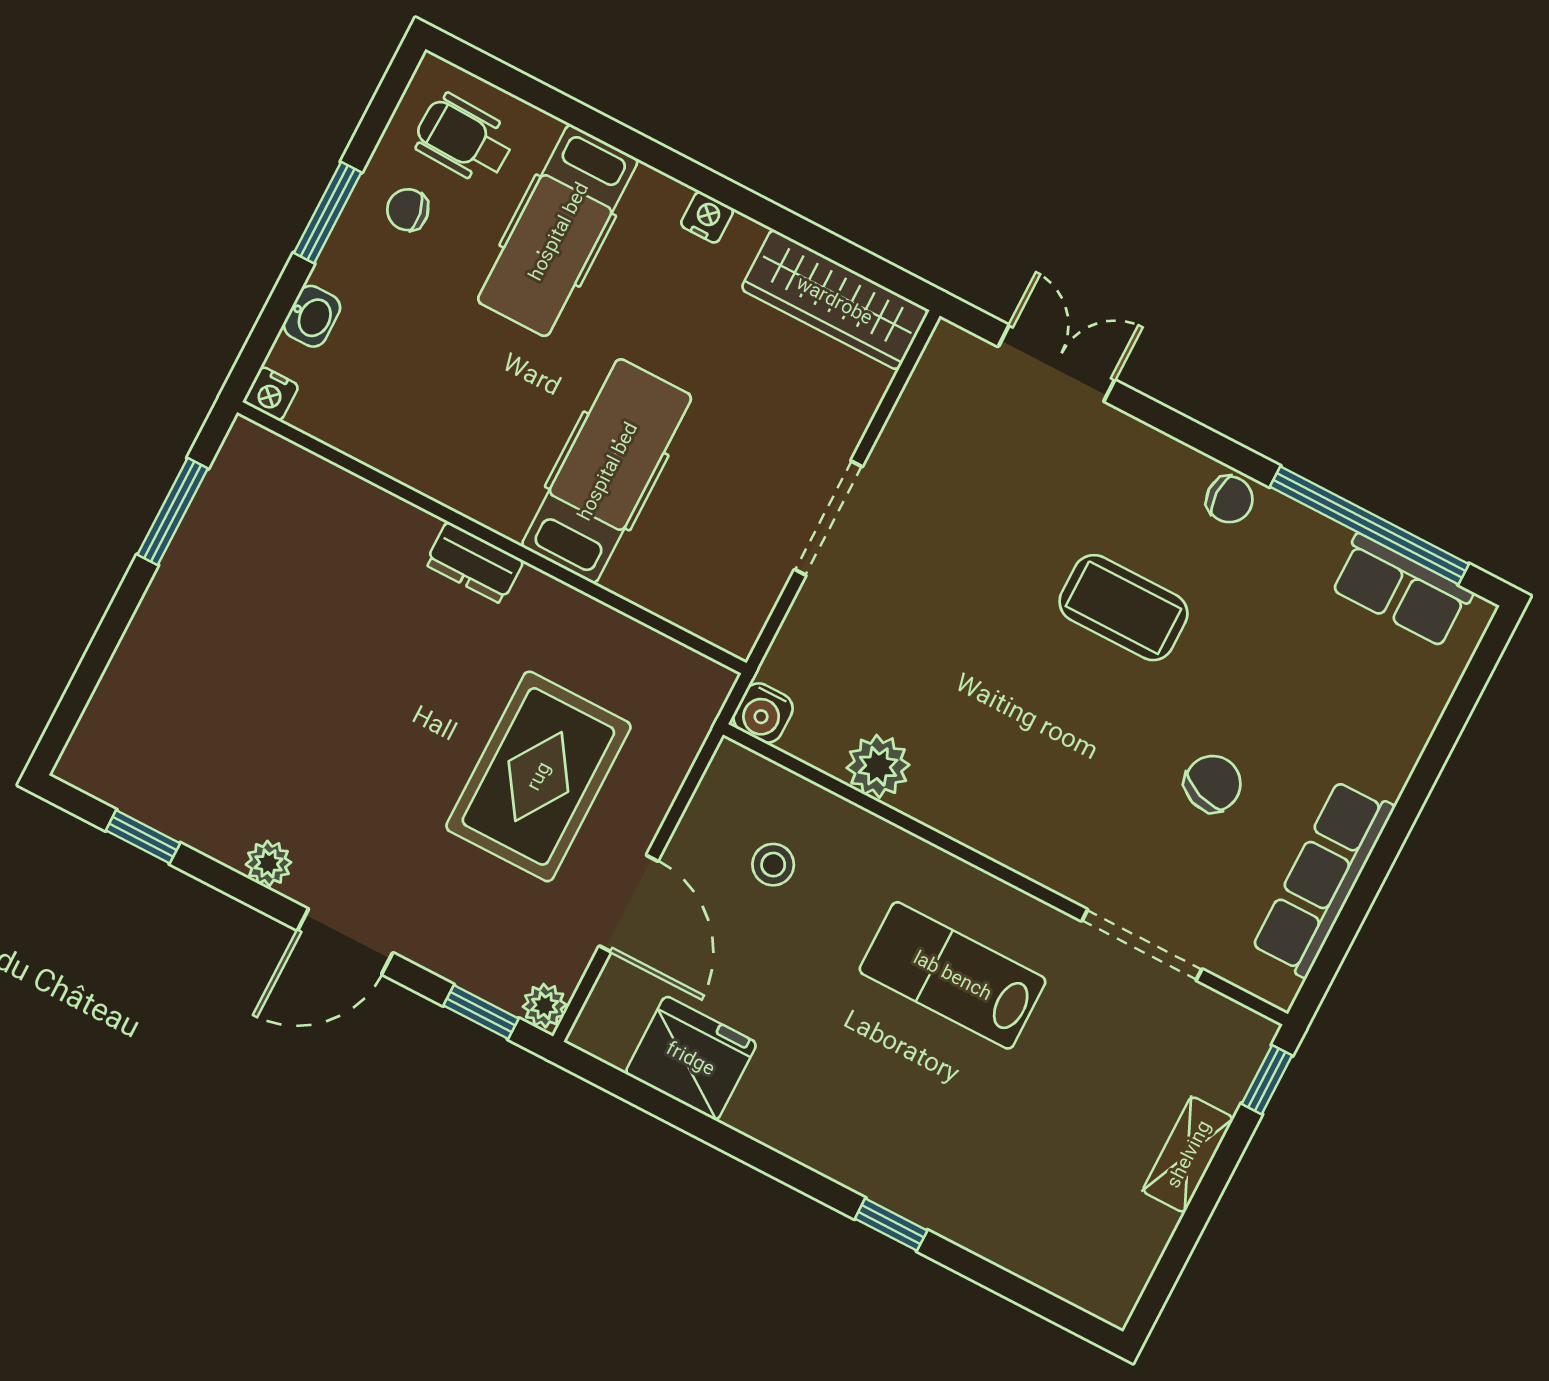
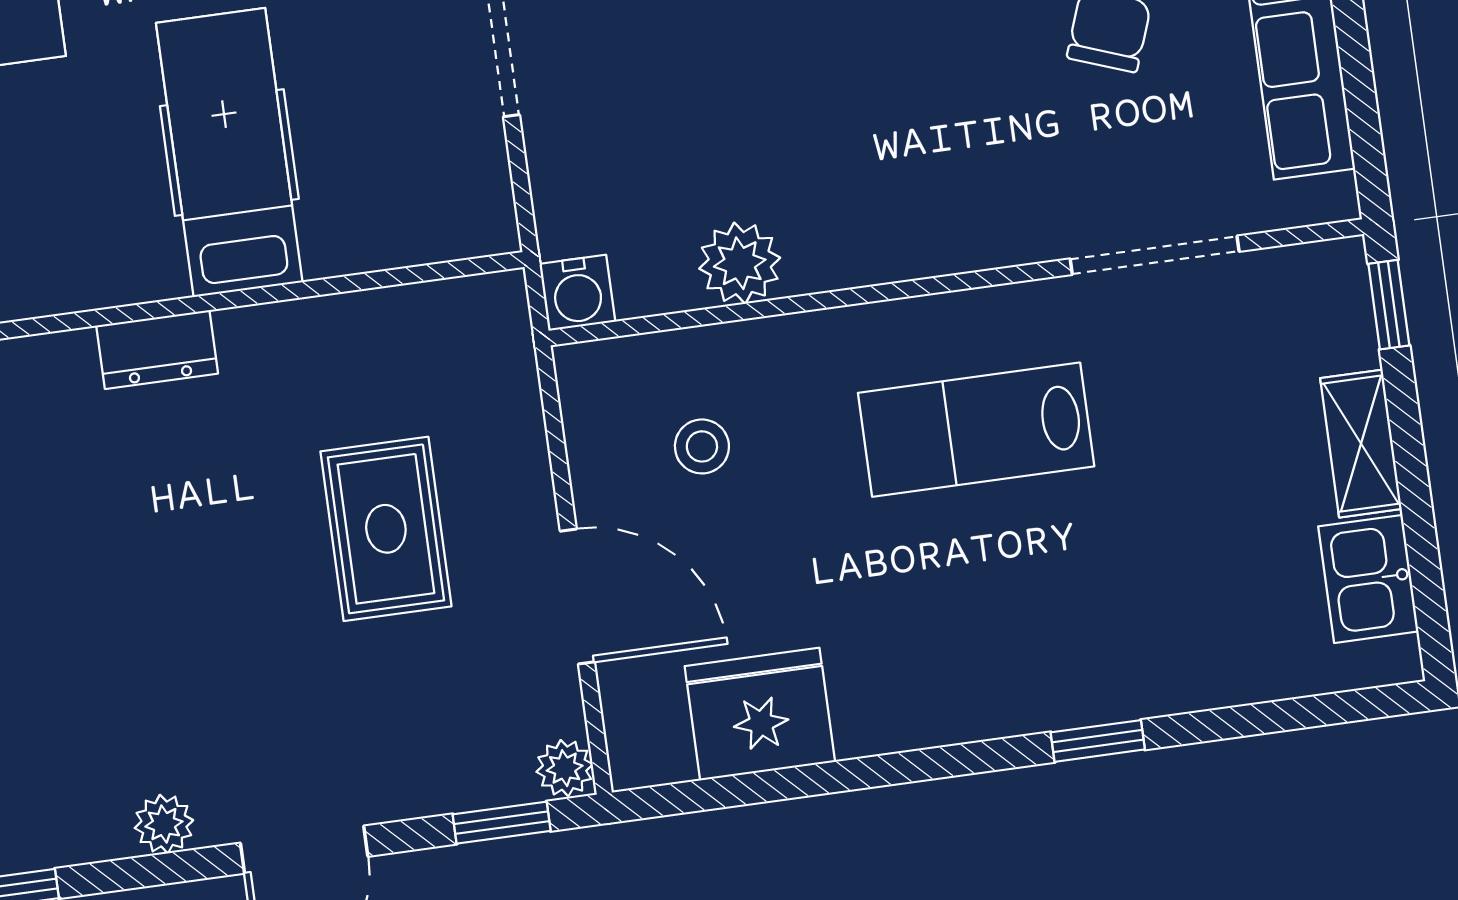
rug: (538, 776) -> (386, 529), width x0.73, depth x0.70
kitchen sink: (1133, 1243) -> (1368, 579), added

